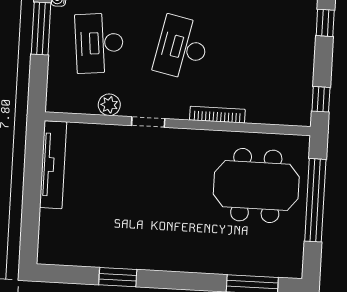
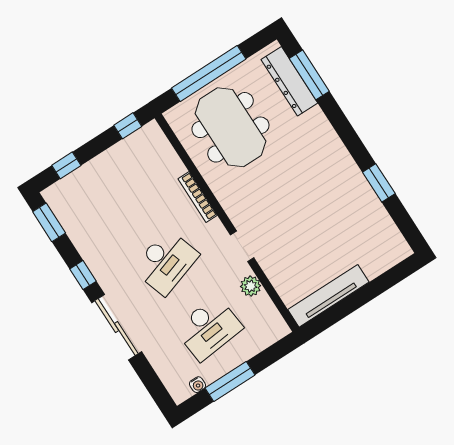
desk: (182, 48) -> (166, 262), turned -30
dresser: (259, 264) -> (289, 81), added

